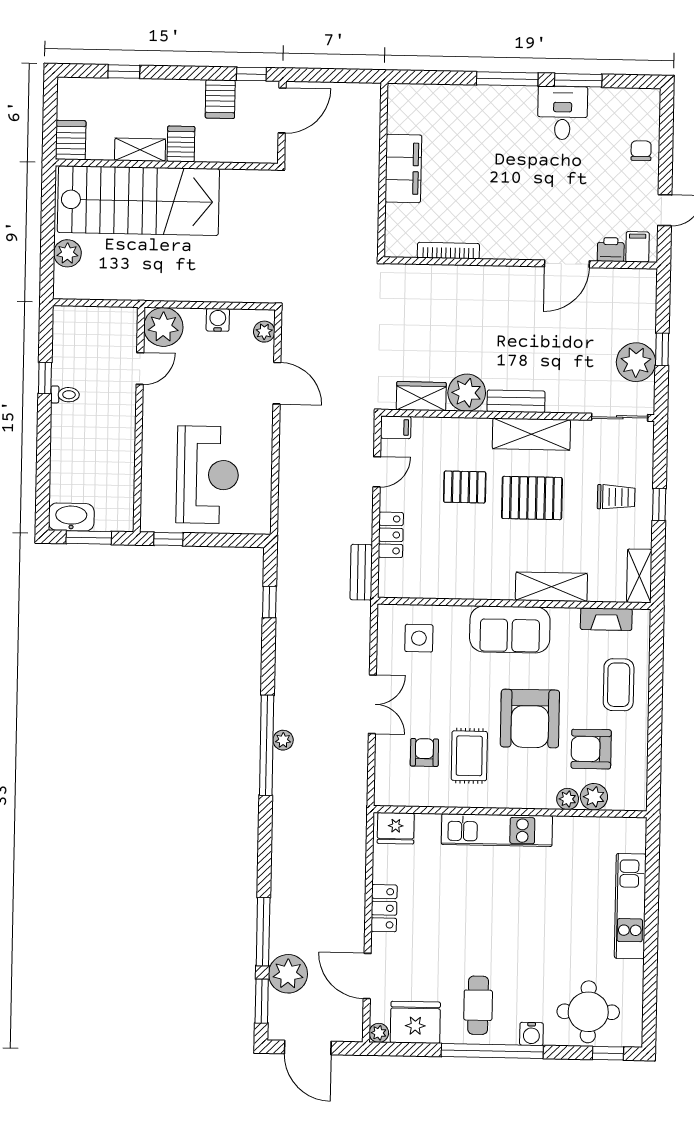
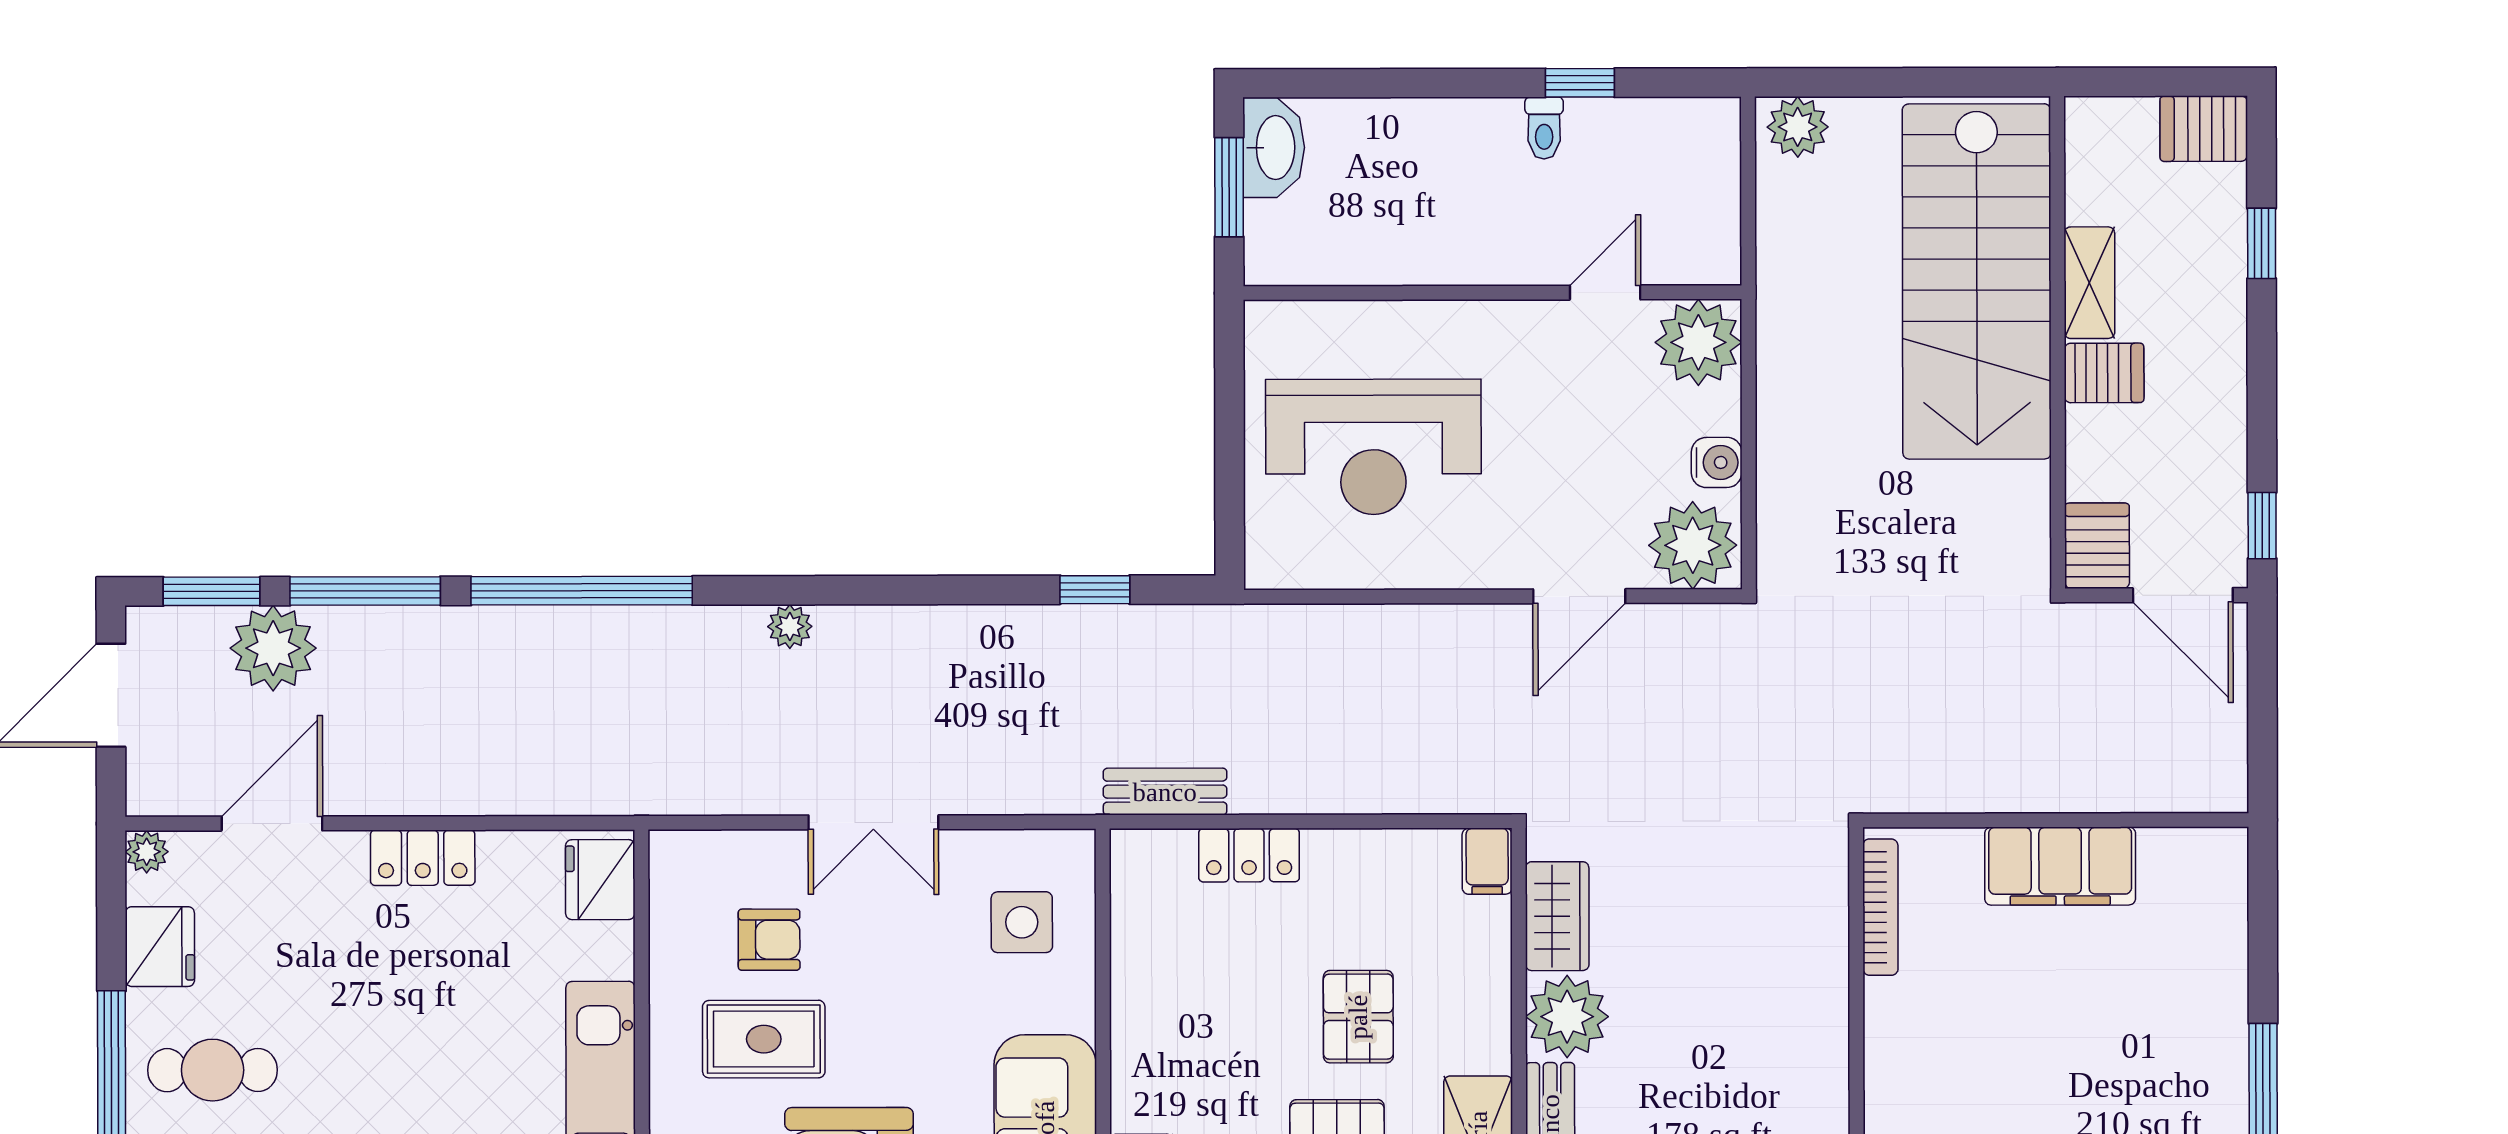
server rack: (220, 99) -> (2097, 546), moved, turned 90
server rack: (71, 140) -> (2204, 129), moved, turned 180
bookcase: (448, 251) -> (1880, 907), moved
plant: (67, 253) -> (1798, 127), moved
plant: (264, 332) -> (1693, 545), width x1.87, depth x1.87
door: (140, 369) -> (1605, 293), swing flipped
door: (377, 472) -> (1388, 821), removed
window: (168, 539) -> (1229, 363), removed
window: (267, 745) -> (582, 591), moved
fridge: (415, 1022) -> (160, 947), width x0.73, depth x0.75

